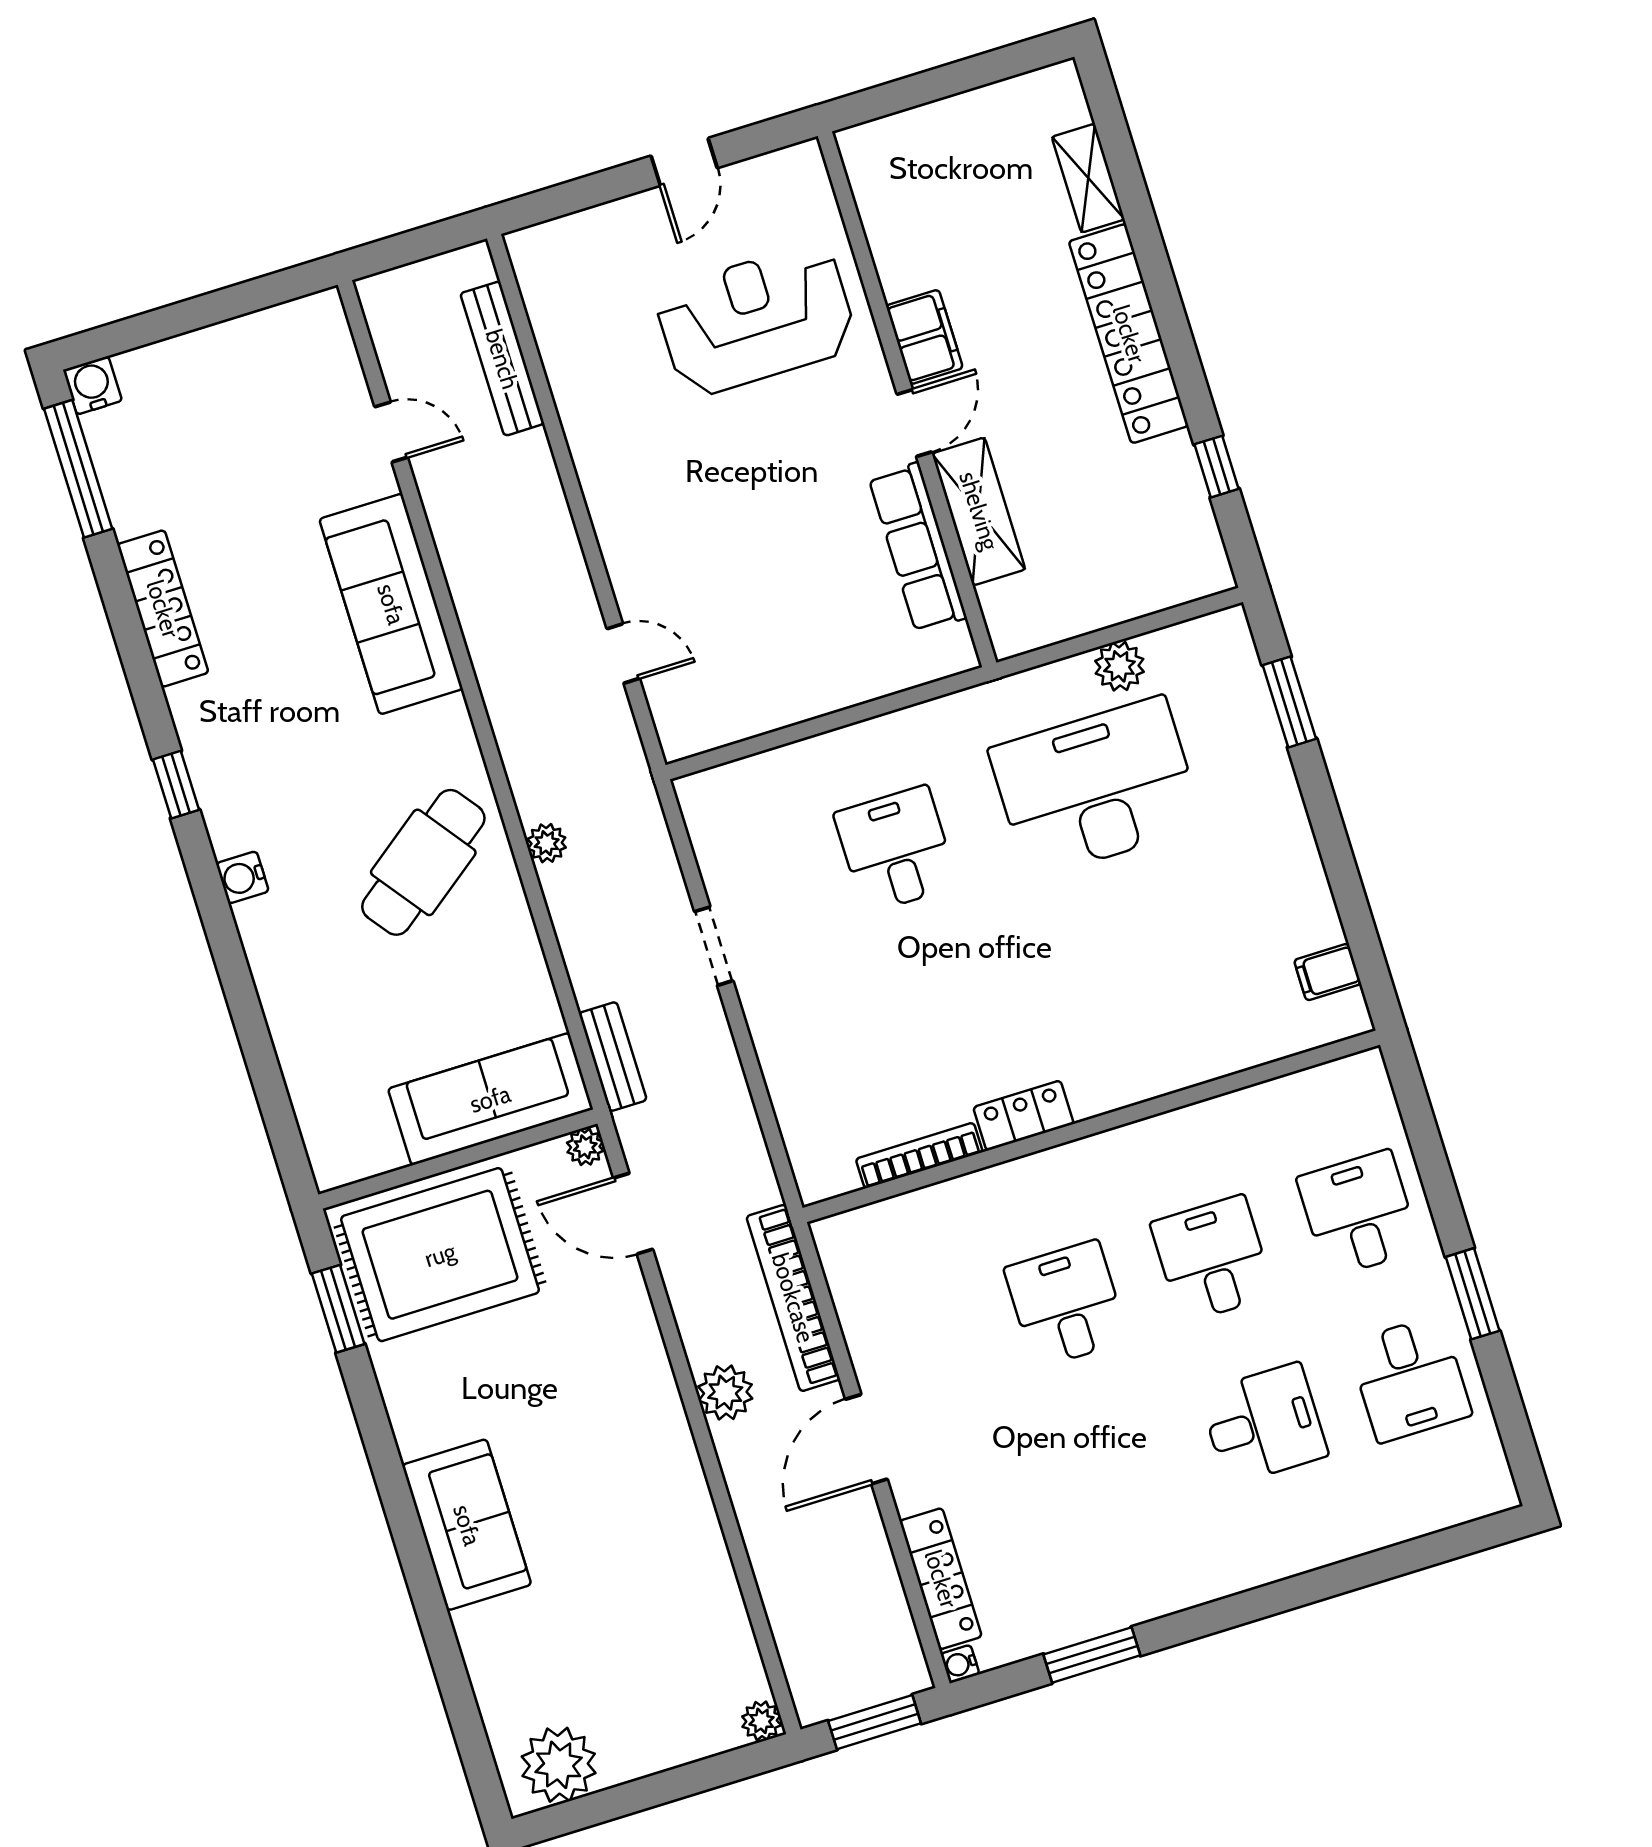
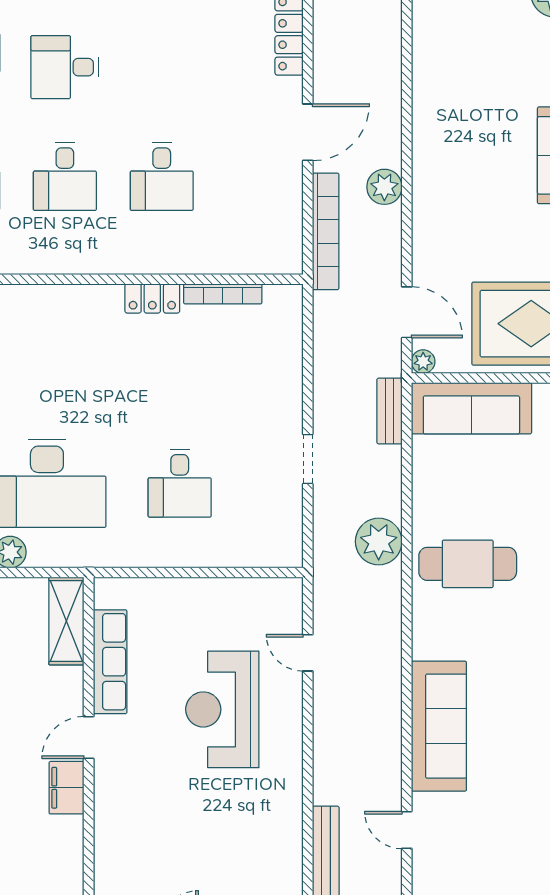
reception desk: (756, 320) -> (222, 709), moved, turned 90
shelving: (979, 511) -> (66, 621), moved
plant: (547, 843) -> (379, 542), width x1.88, depth x1.88
cafe table: (423, 862) -> (468, 564), turned 37

